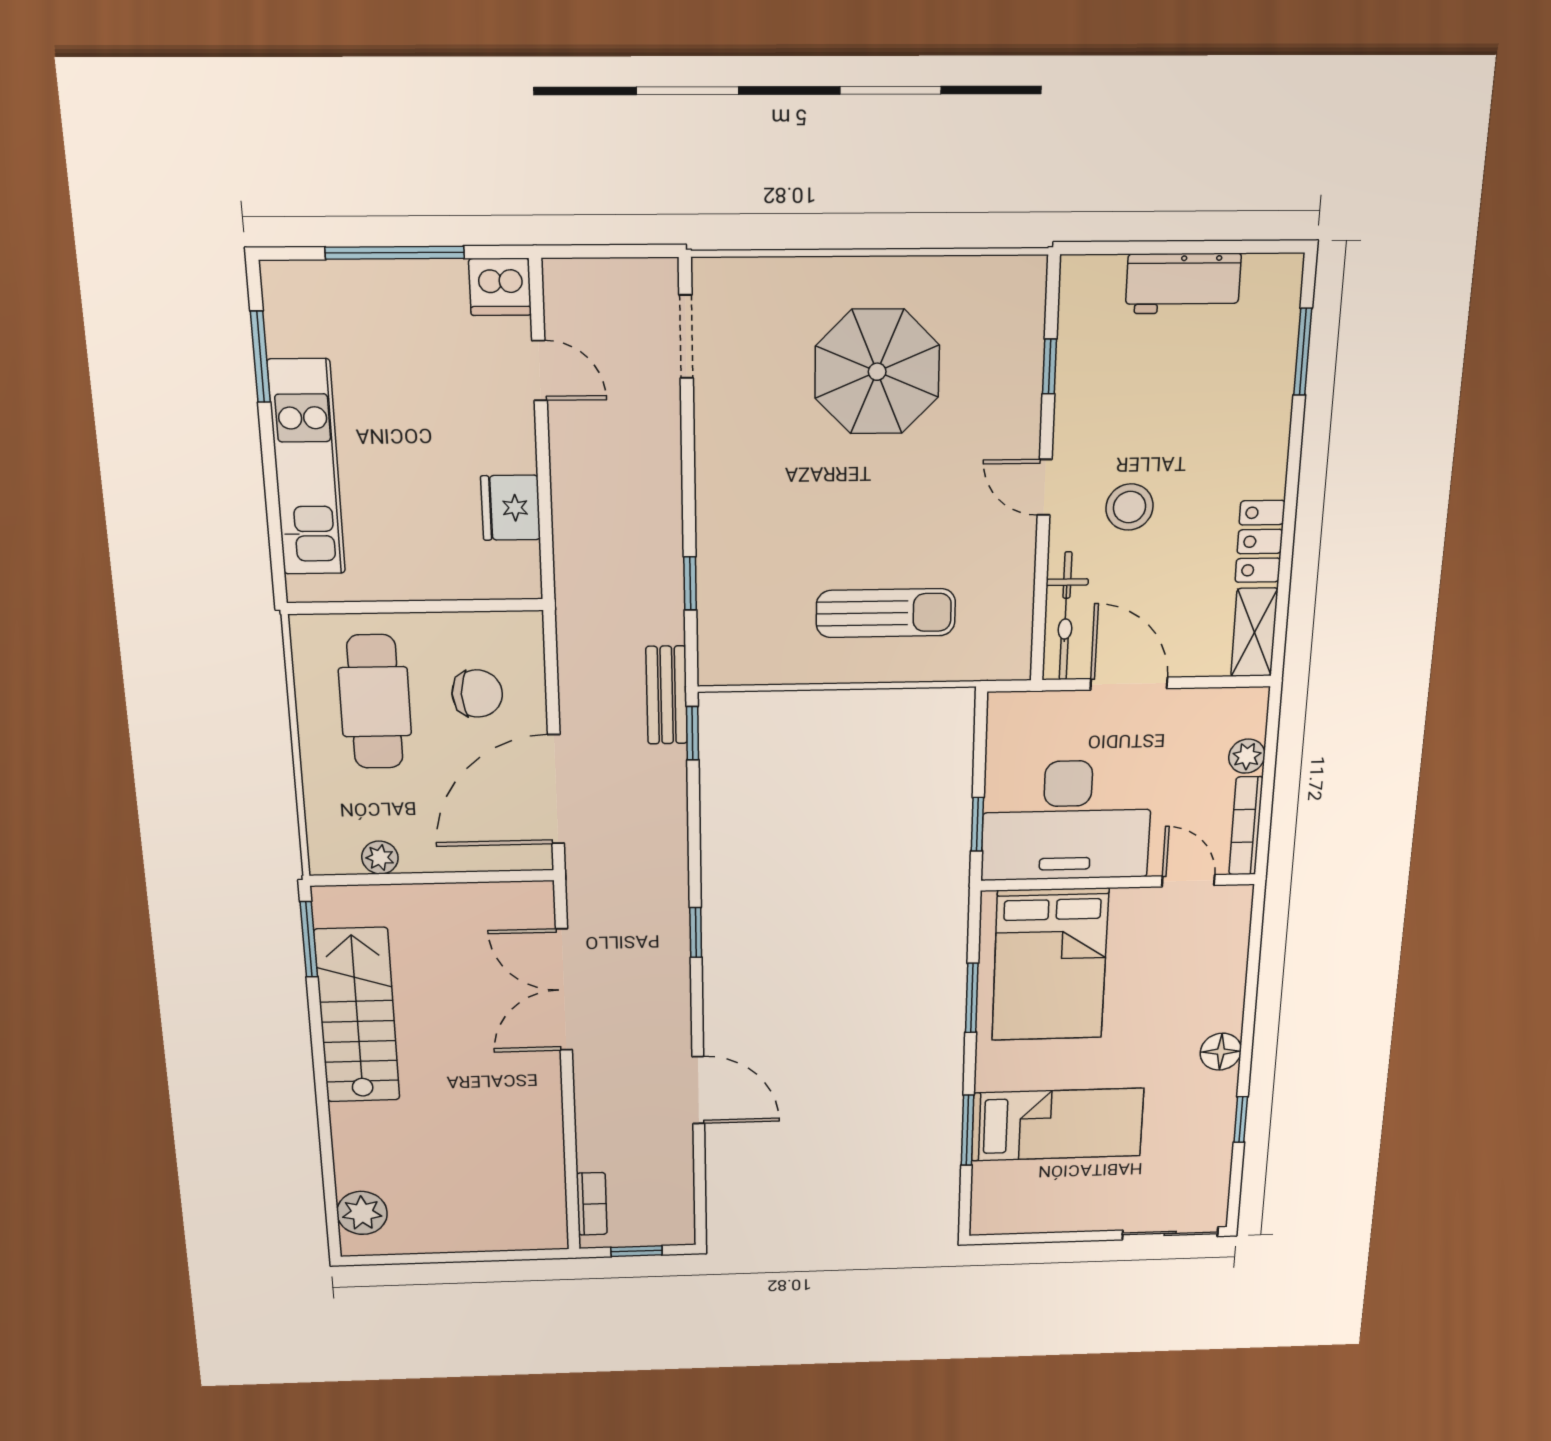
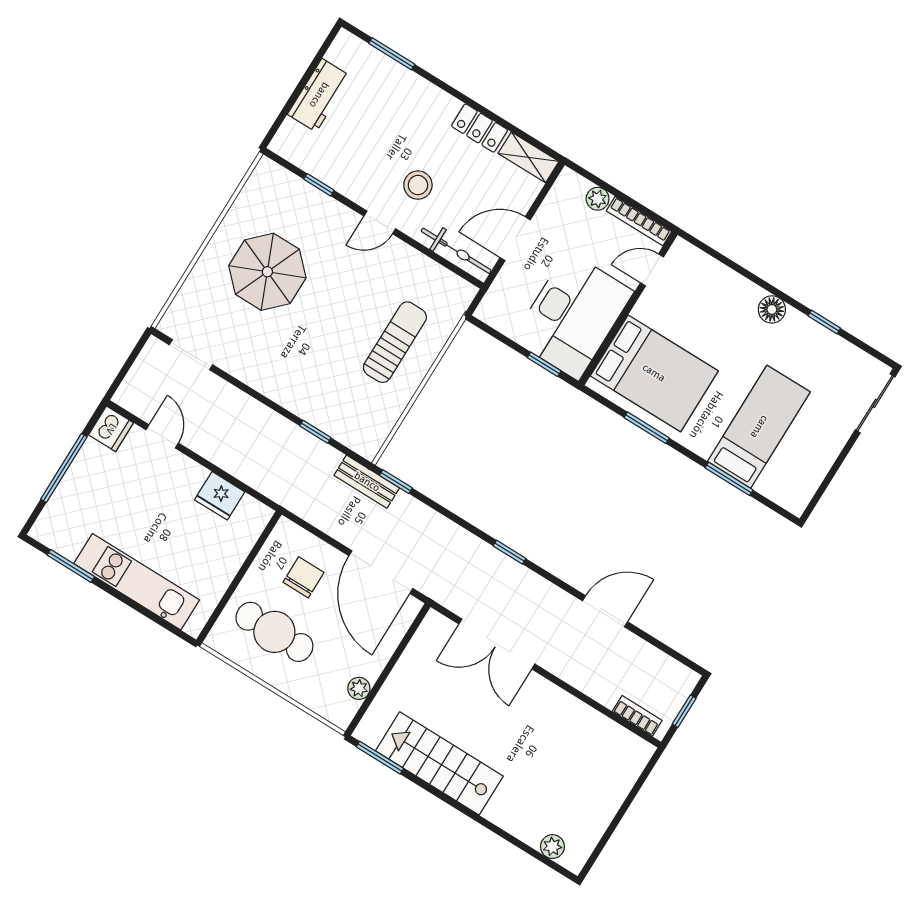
door: (539, 370) -> (162, 436), hinge flipped
plant: (362, 1213) -> (552, 847), width x0.73, depth x0.73

